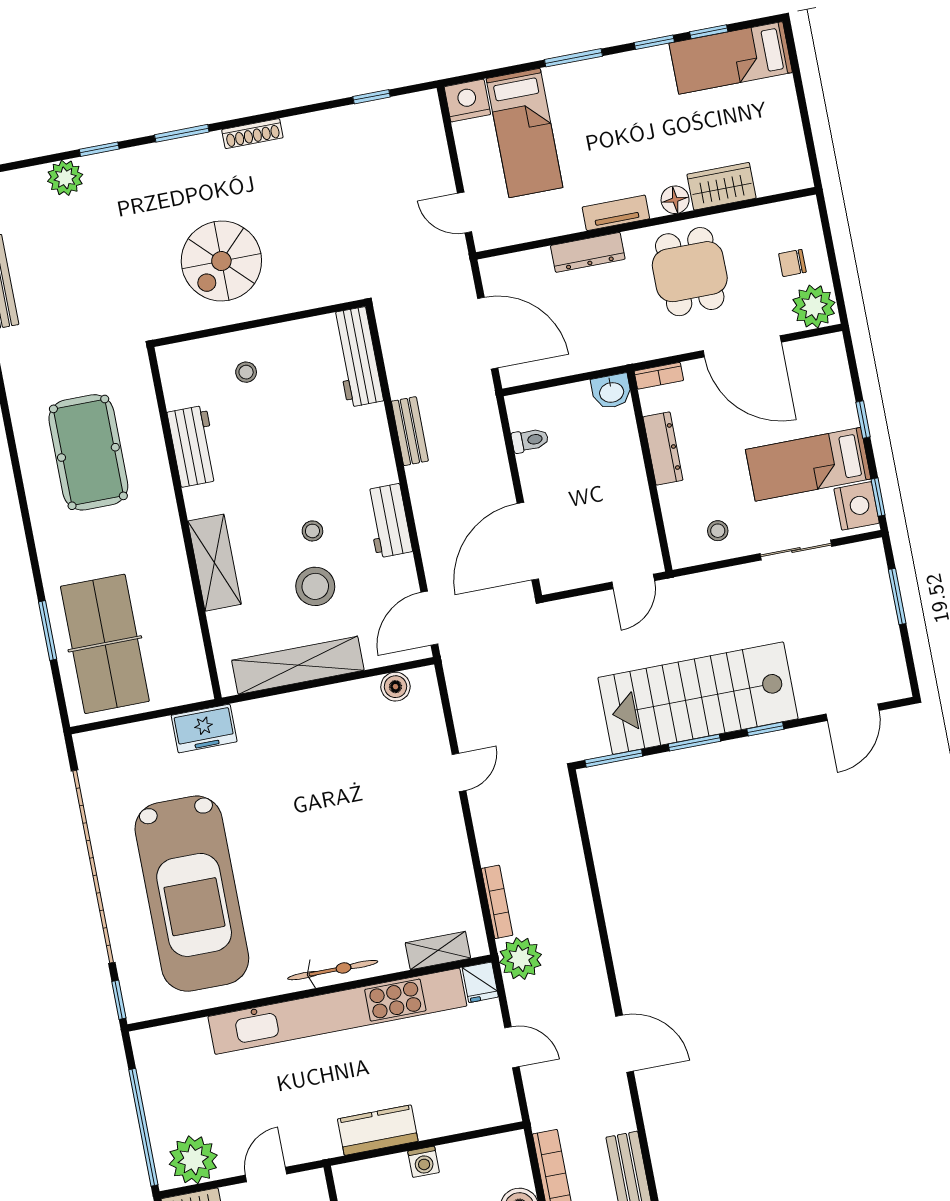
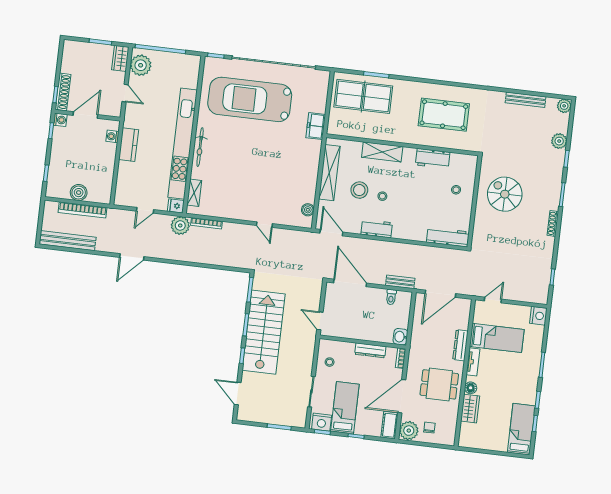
bed: (525, 133) -> (497, 338), moved, turned 180
cot: (815, 353) -> (390, 425), added
bench: (410, 431) -> (400, 282), moved
washing machine: (424, 1162) -> (112, 136), moved

